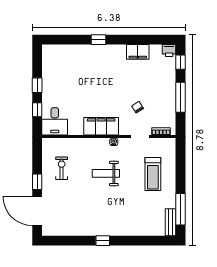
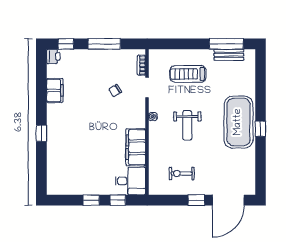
filing cabinet: (101, 126) -> (136, 147), moved
treadmill: (153, 174) -> (188, 74), turned 180
exercise mat: (109, 220) -> (238, 122), added
bench: (171, 222) -> (229, 55), moved

